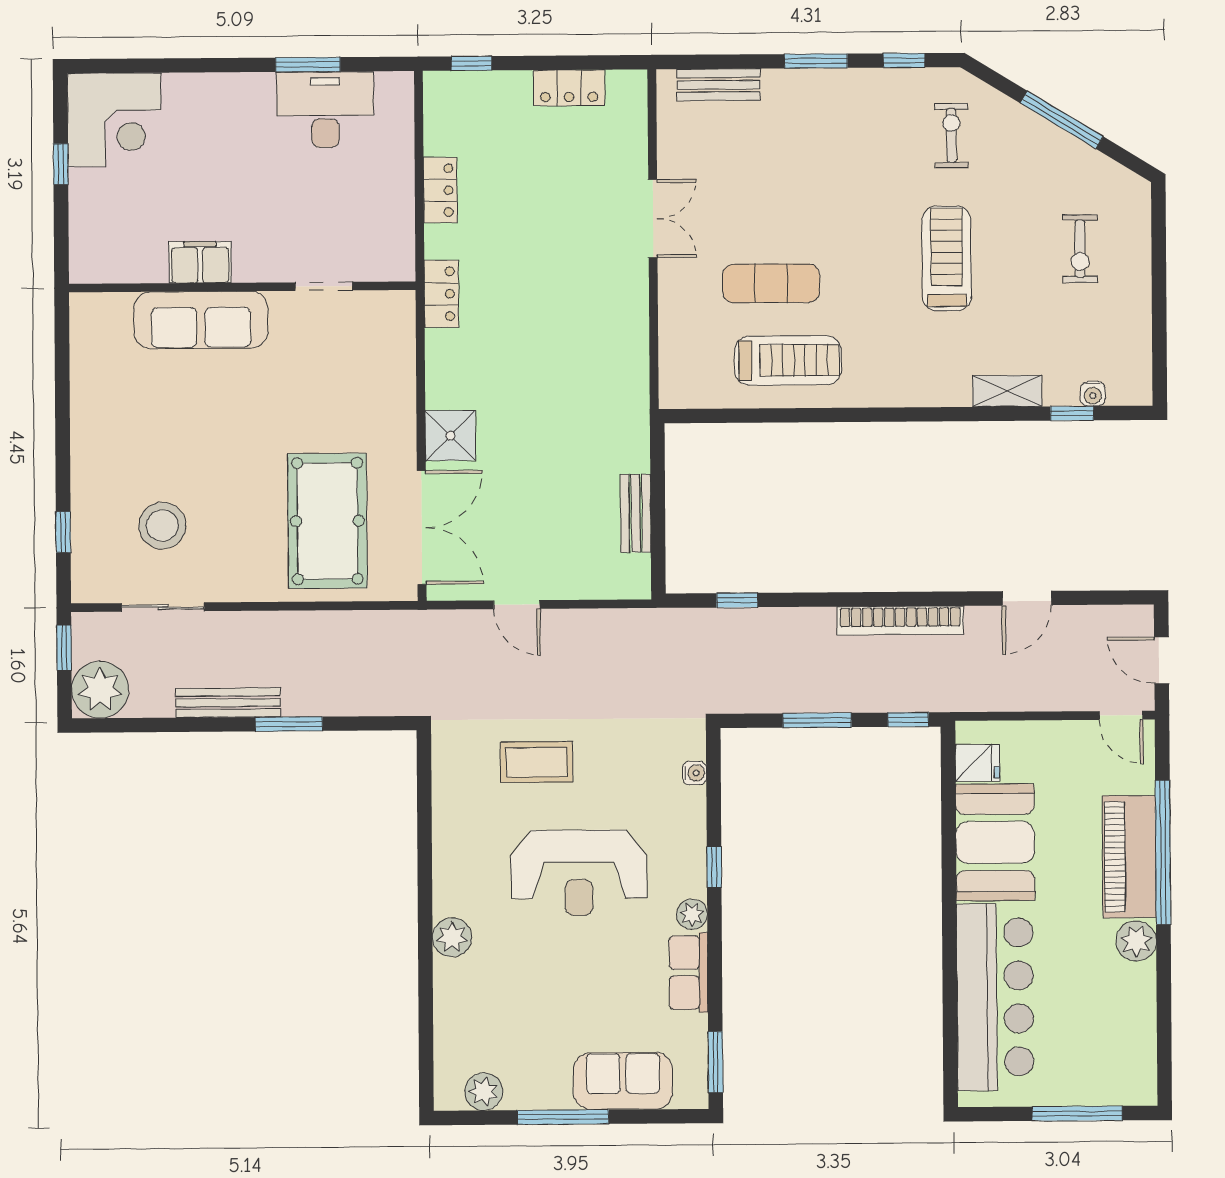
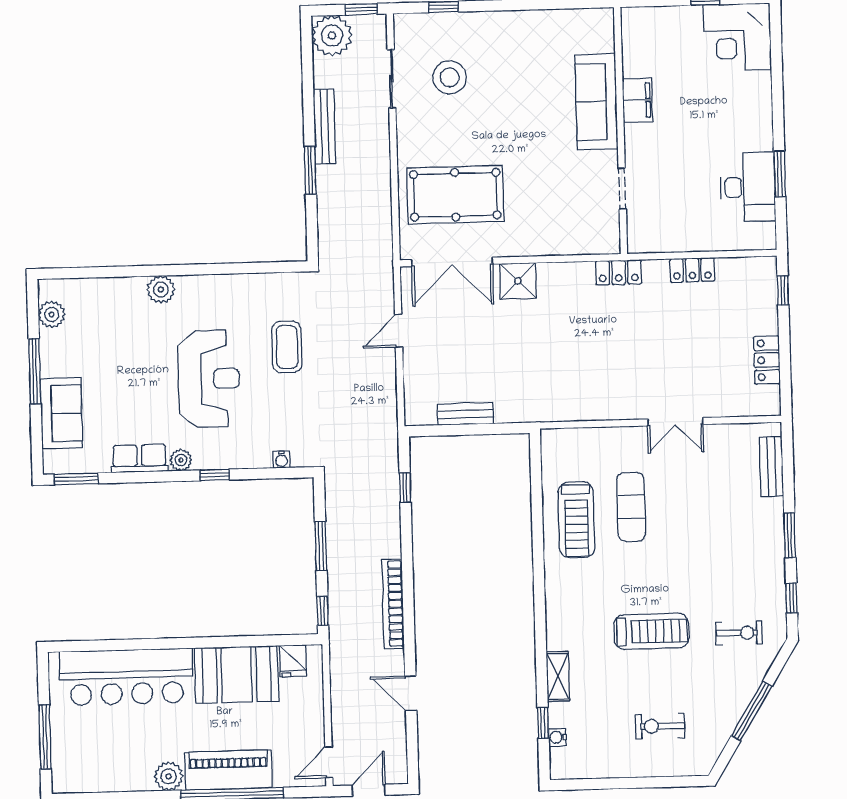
reception desk: (579, 873) -> (209, 379), turned 180

